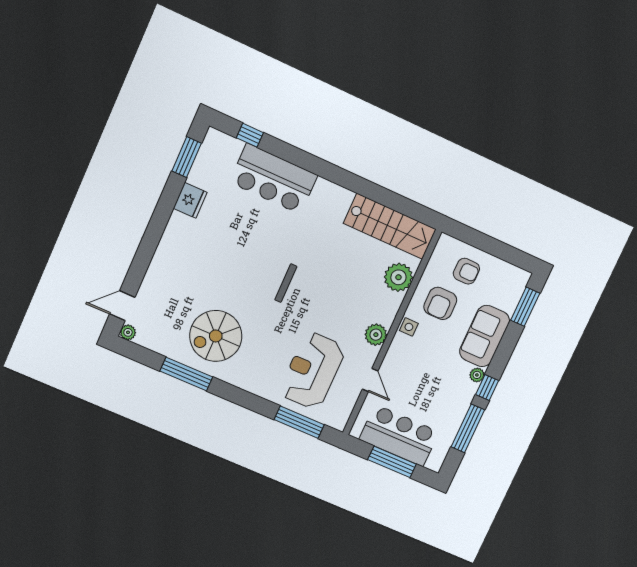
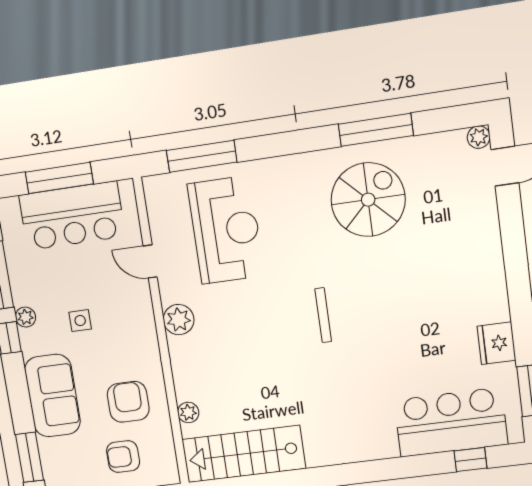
bar counter: (274, 179) -> (451, 422), moved
plant: (398, 277) -> (188, 412), width x0.53, depth x0.53
side table: (409, 327) -> (80, 321), moved
plant: (477, 375) -> (26, 317), moved

